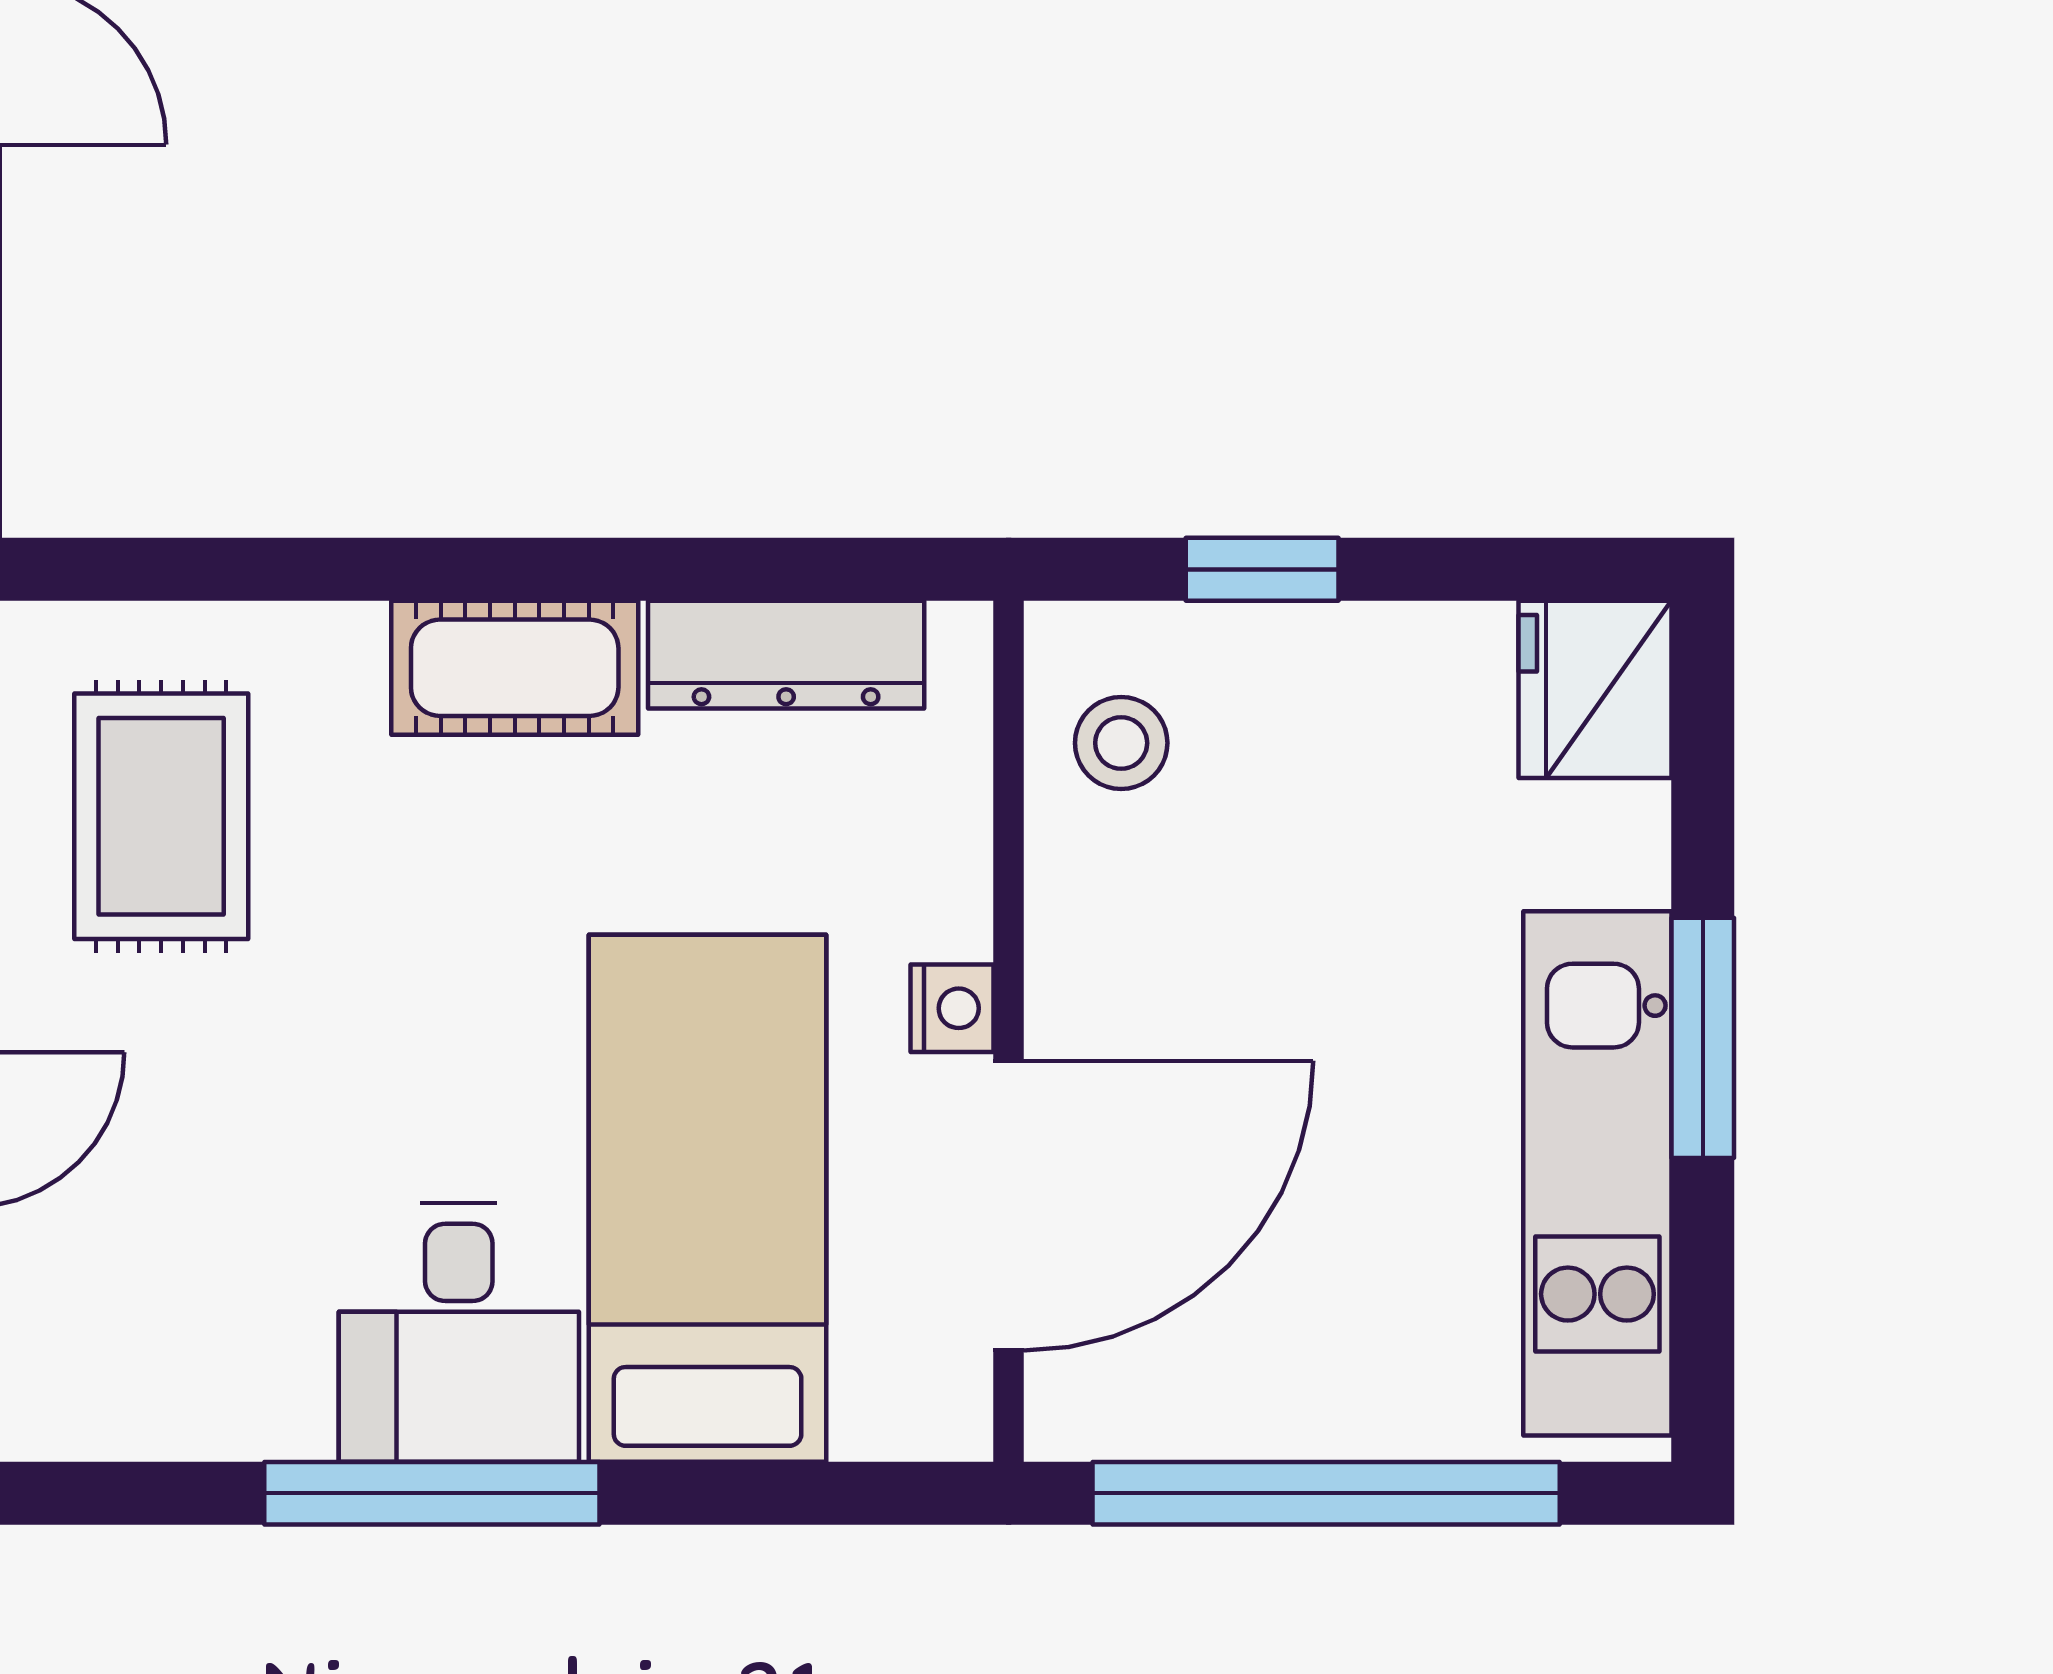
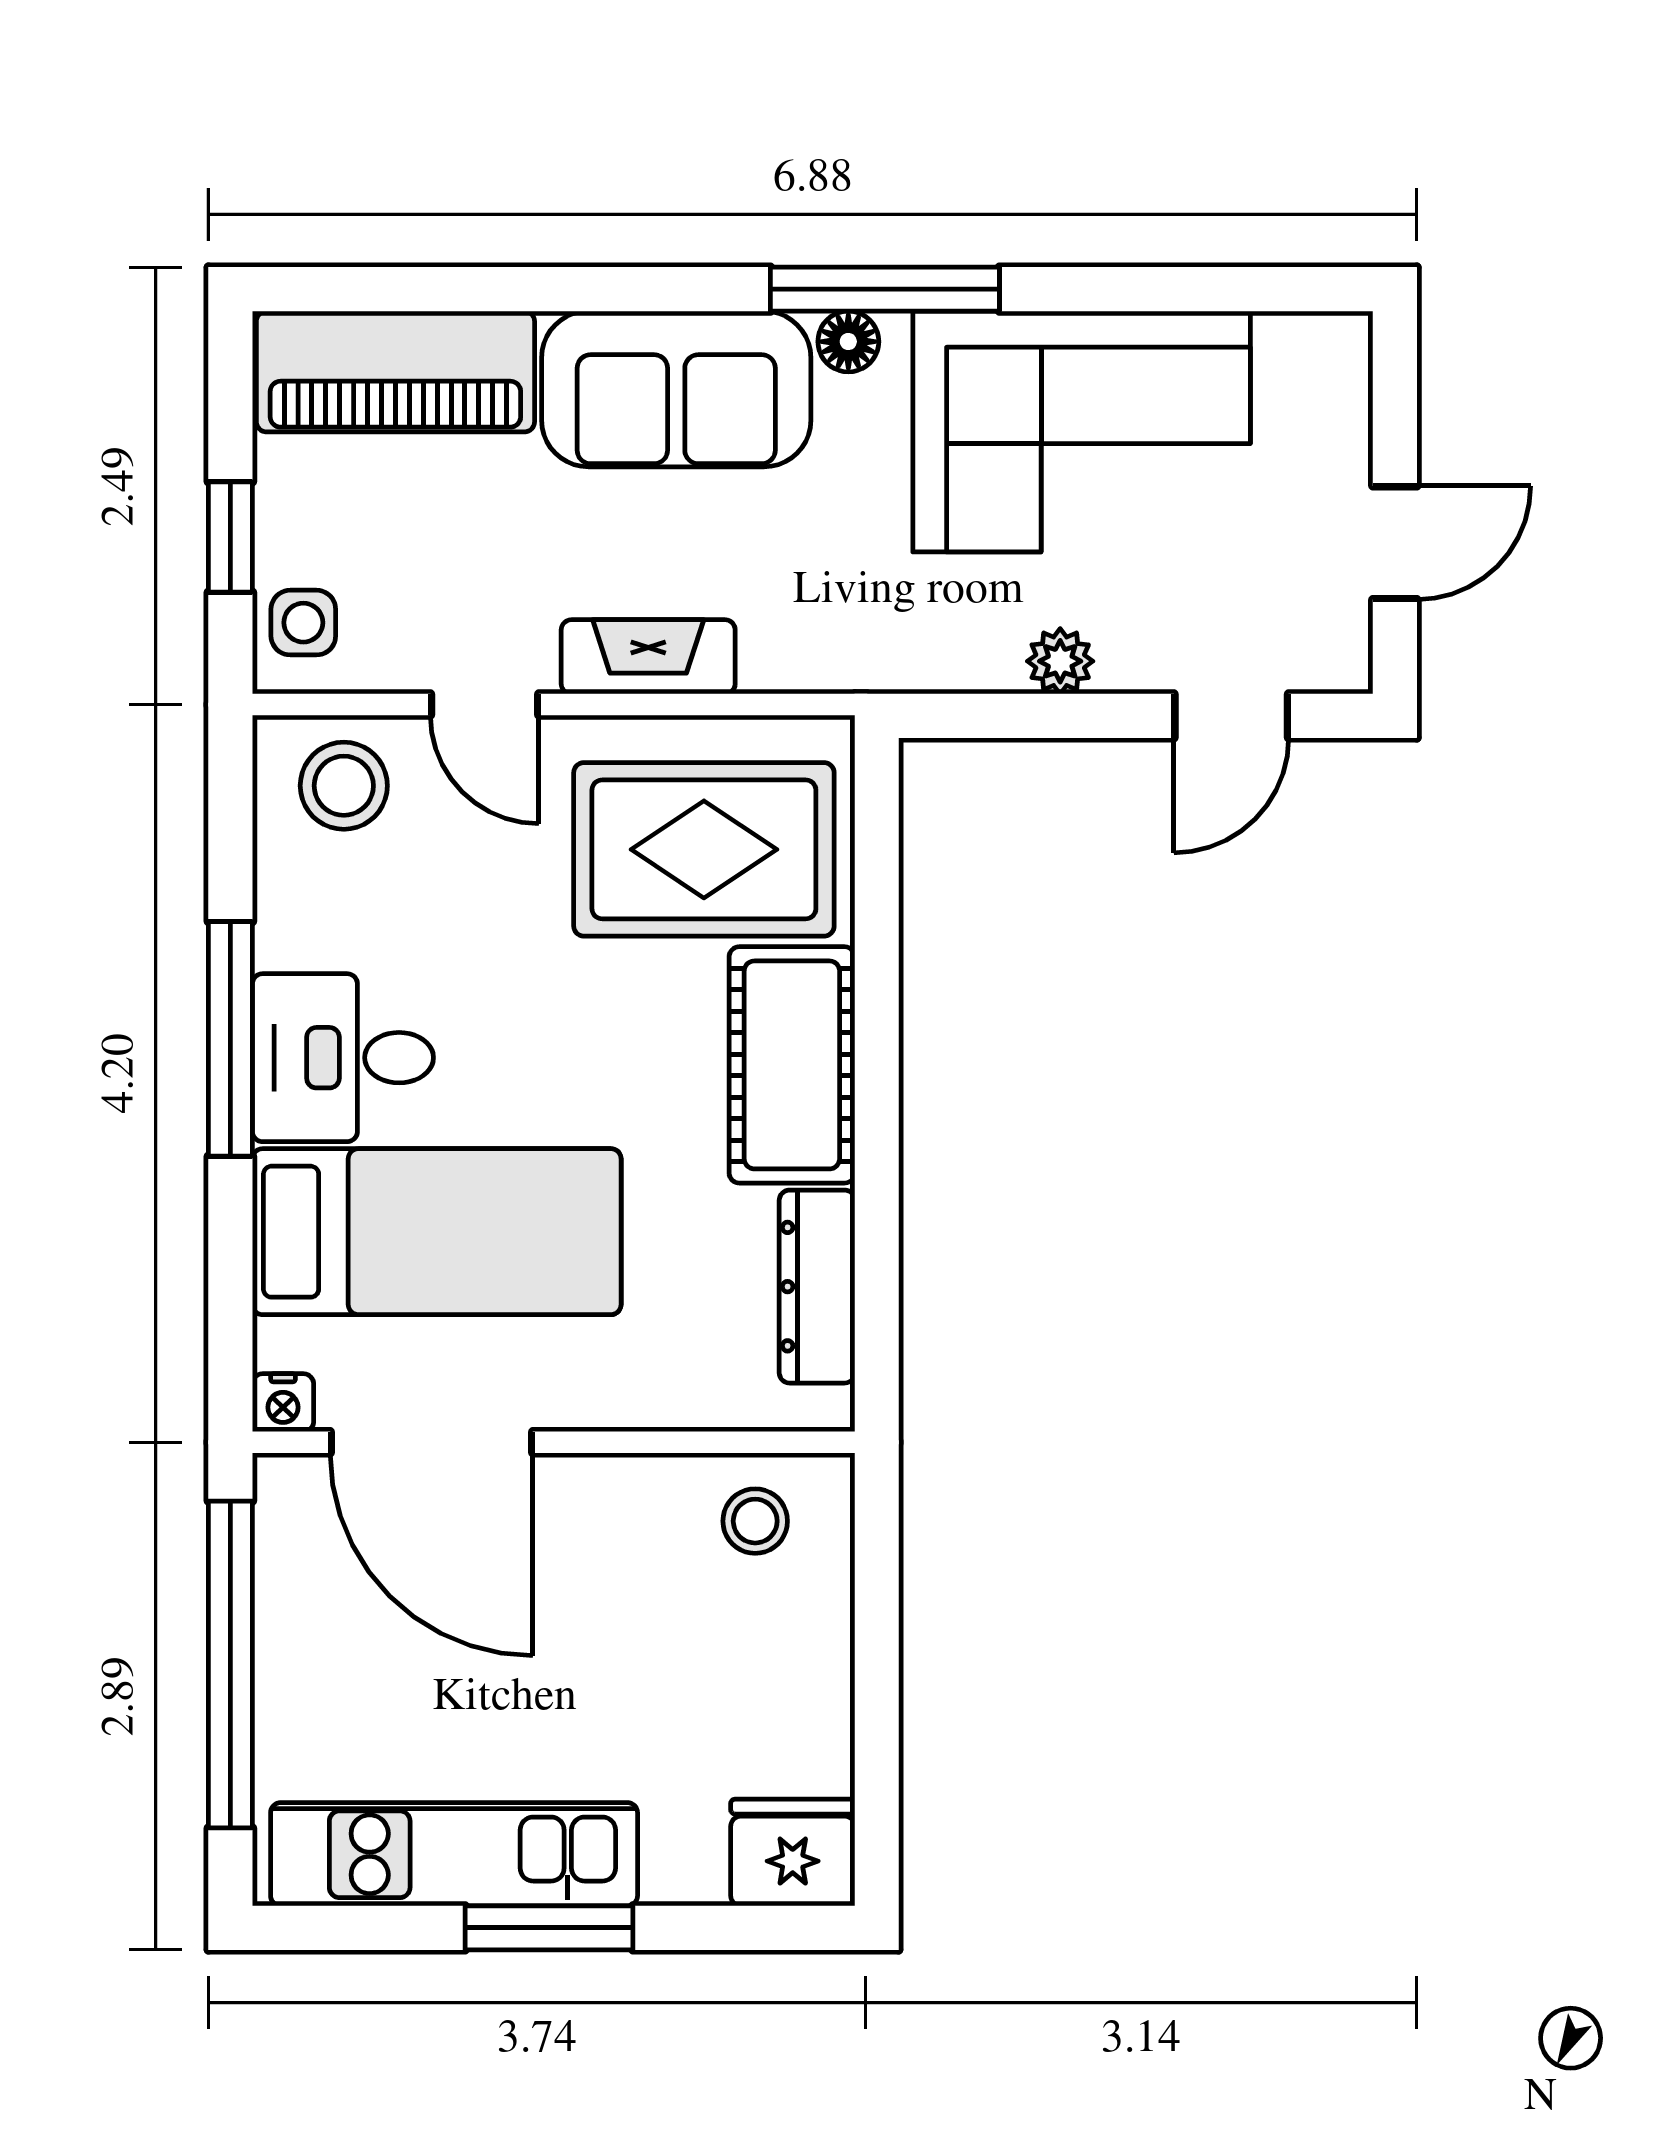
window: (1262, 569) -> (877, 1620), removed
cot: (515, 668) -> (792, 1065), width x1.37, depth x1.34
rug: (161, 816) -> (704, 849), width x1.36, depth x1.43
nightstand: (952, 1008) -> (283, 1403), moved
stool: (70, 1331) -> (344, 786), added

